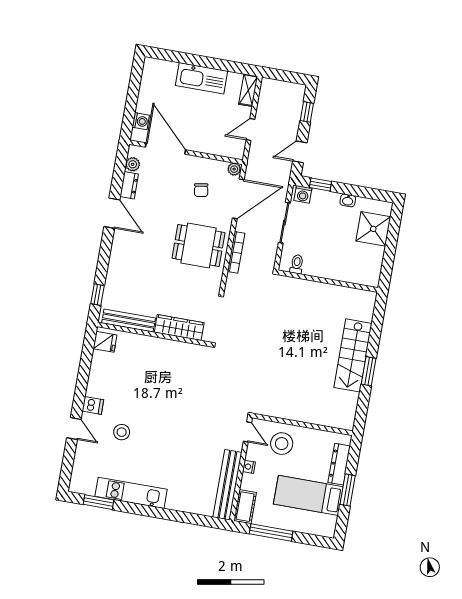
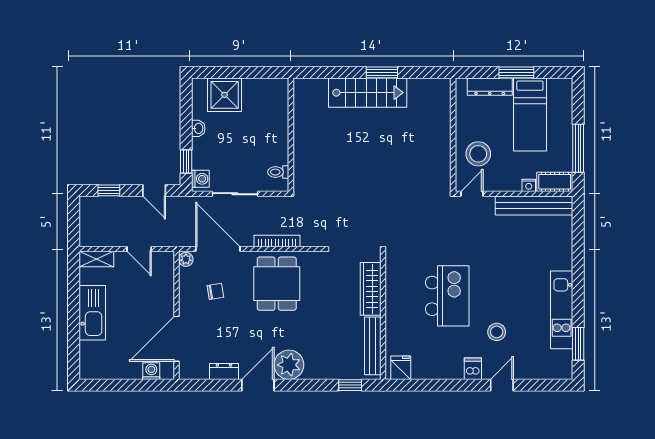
plant: (133, 164) -> (289, 365), moved, width x1.88, depth x1.88
kitchen island: (161, 394) -> (447, 296), added
nightstand: (249, 467) -> (529, 185), moved

